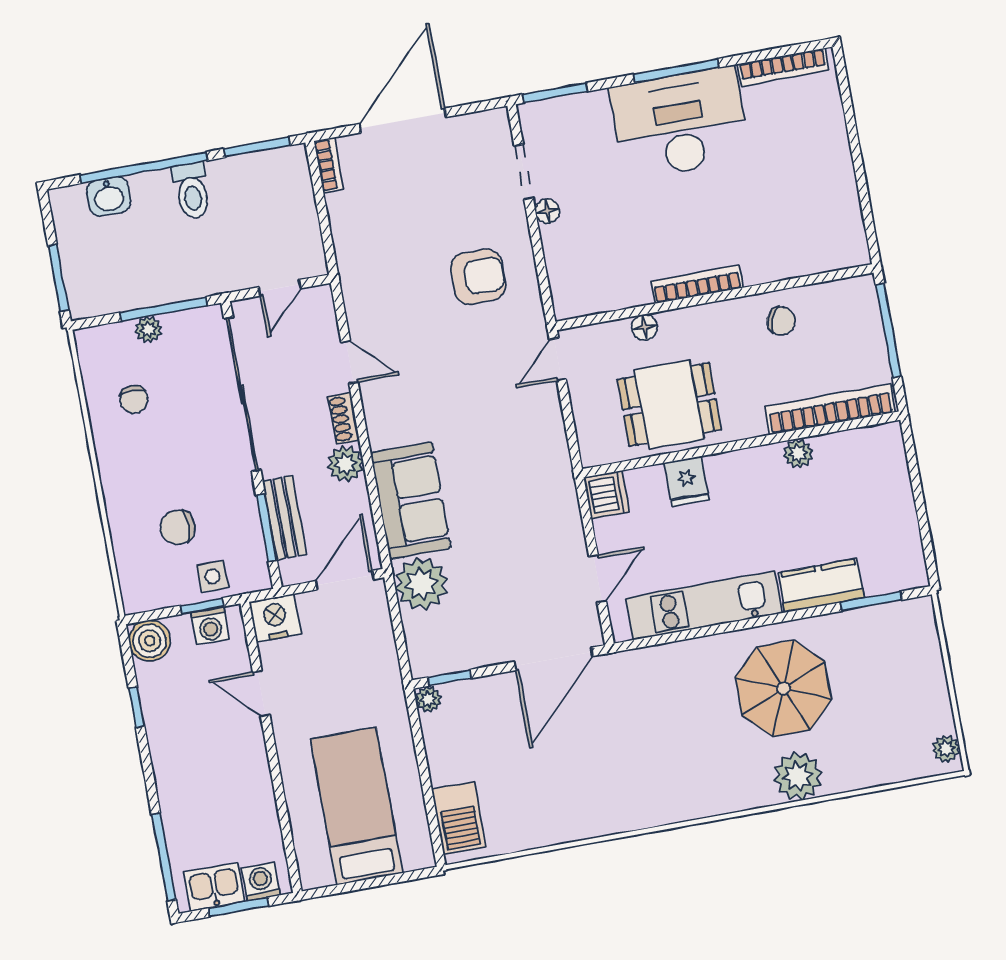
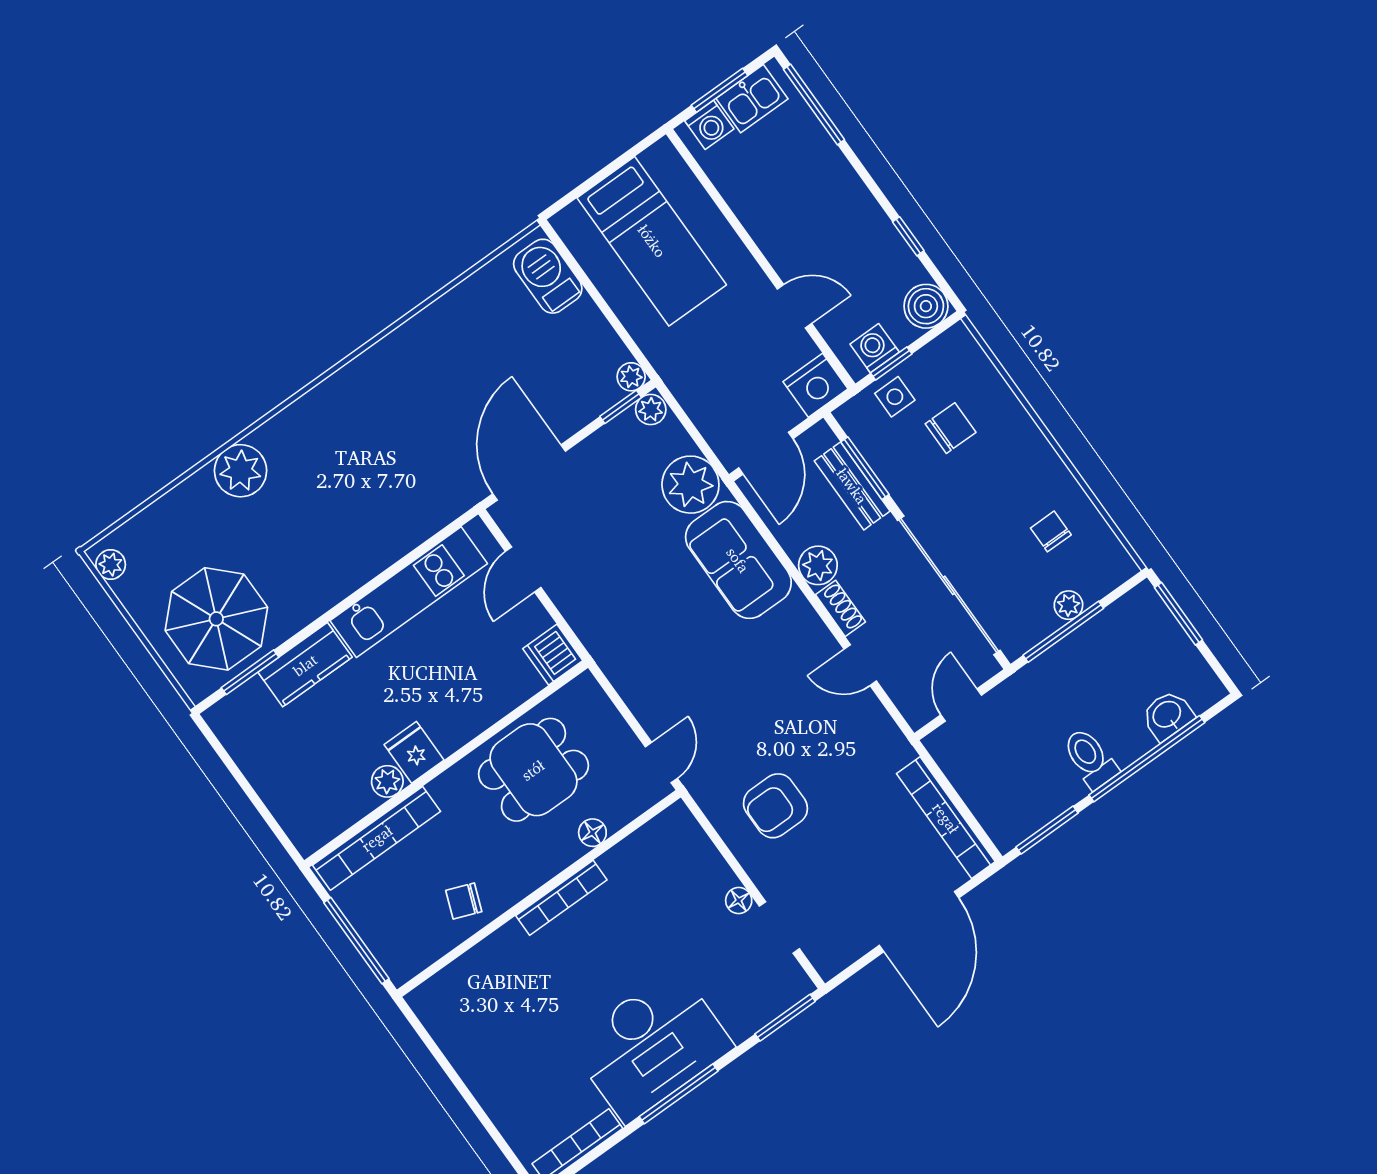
bookcase: (329, 165) -> (946, 818), width x2.31, depth x1.31
fridge: (687, 481) -> (414, 752), moved
plant: (425, 664) -> (651, 409), added
parasol: (784, 688) -> (216, 619), moved

